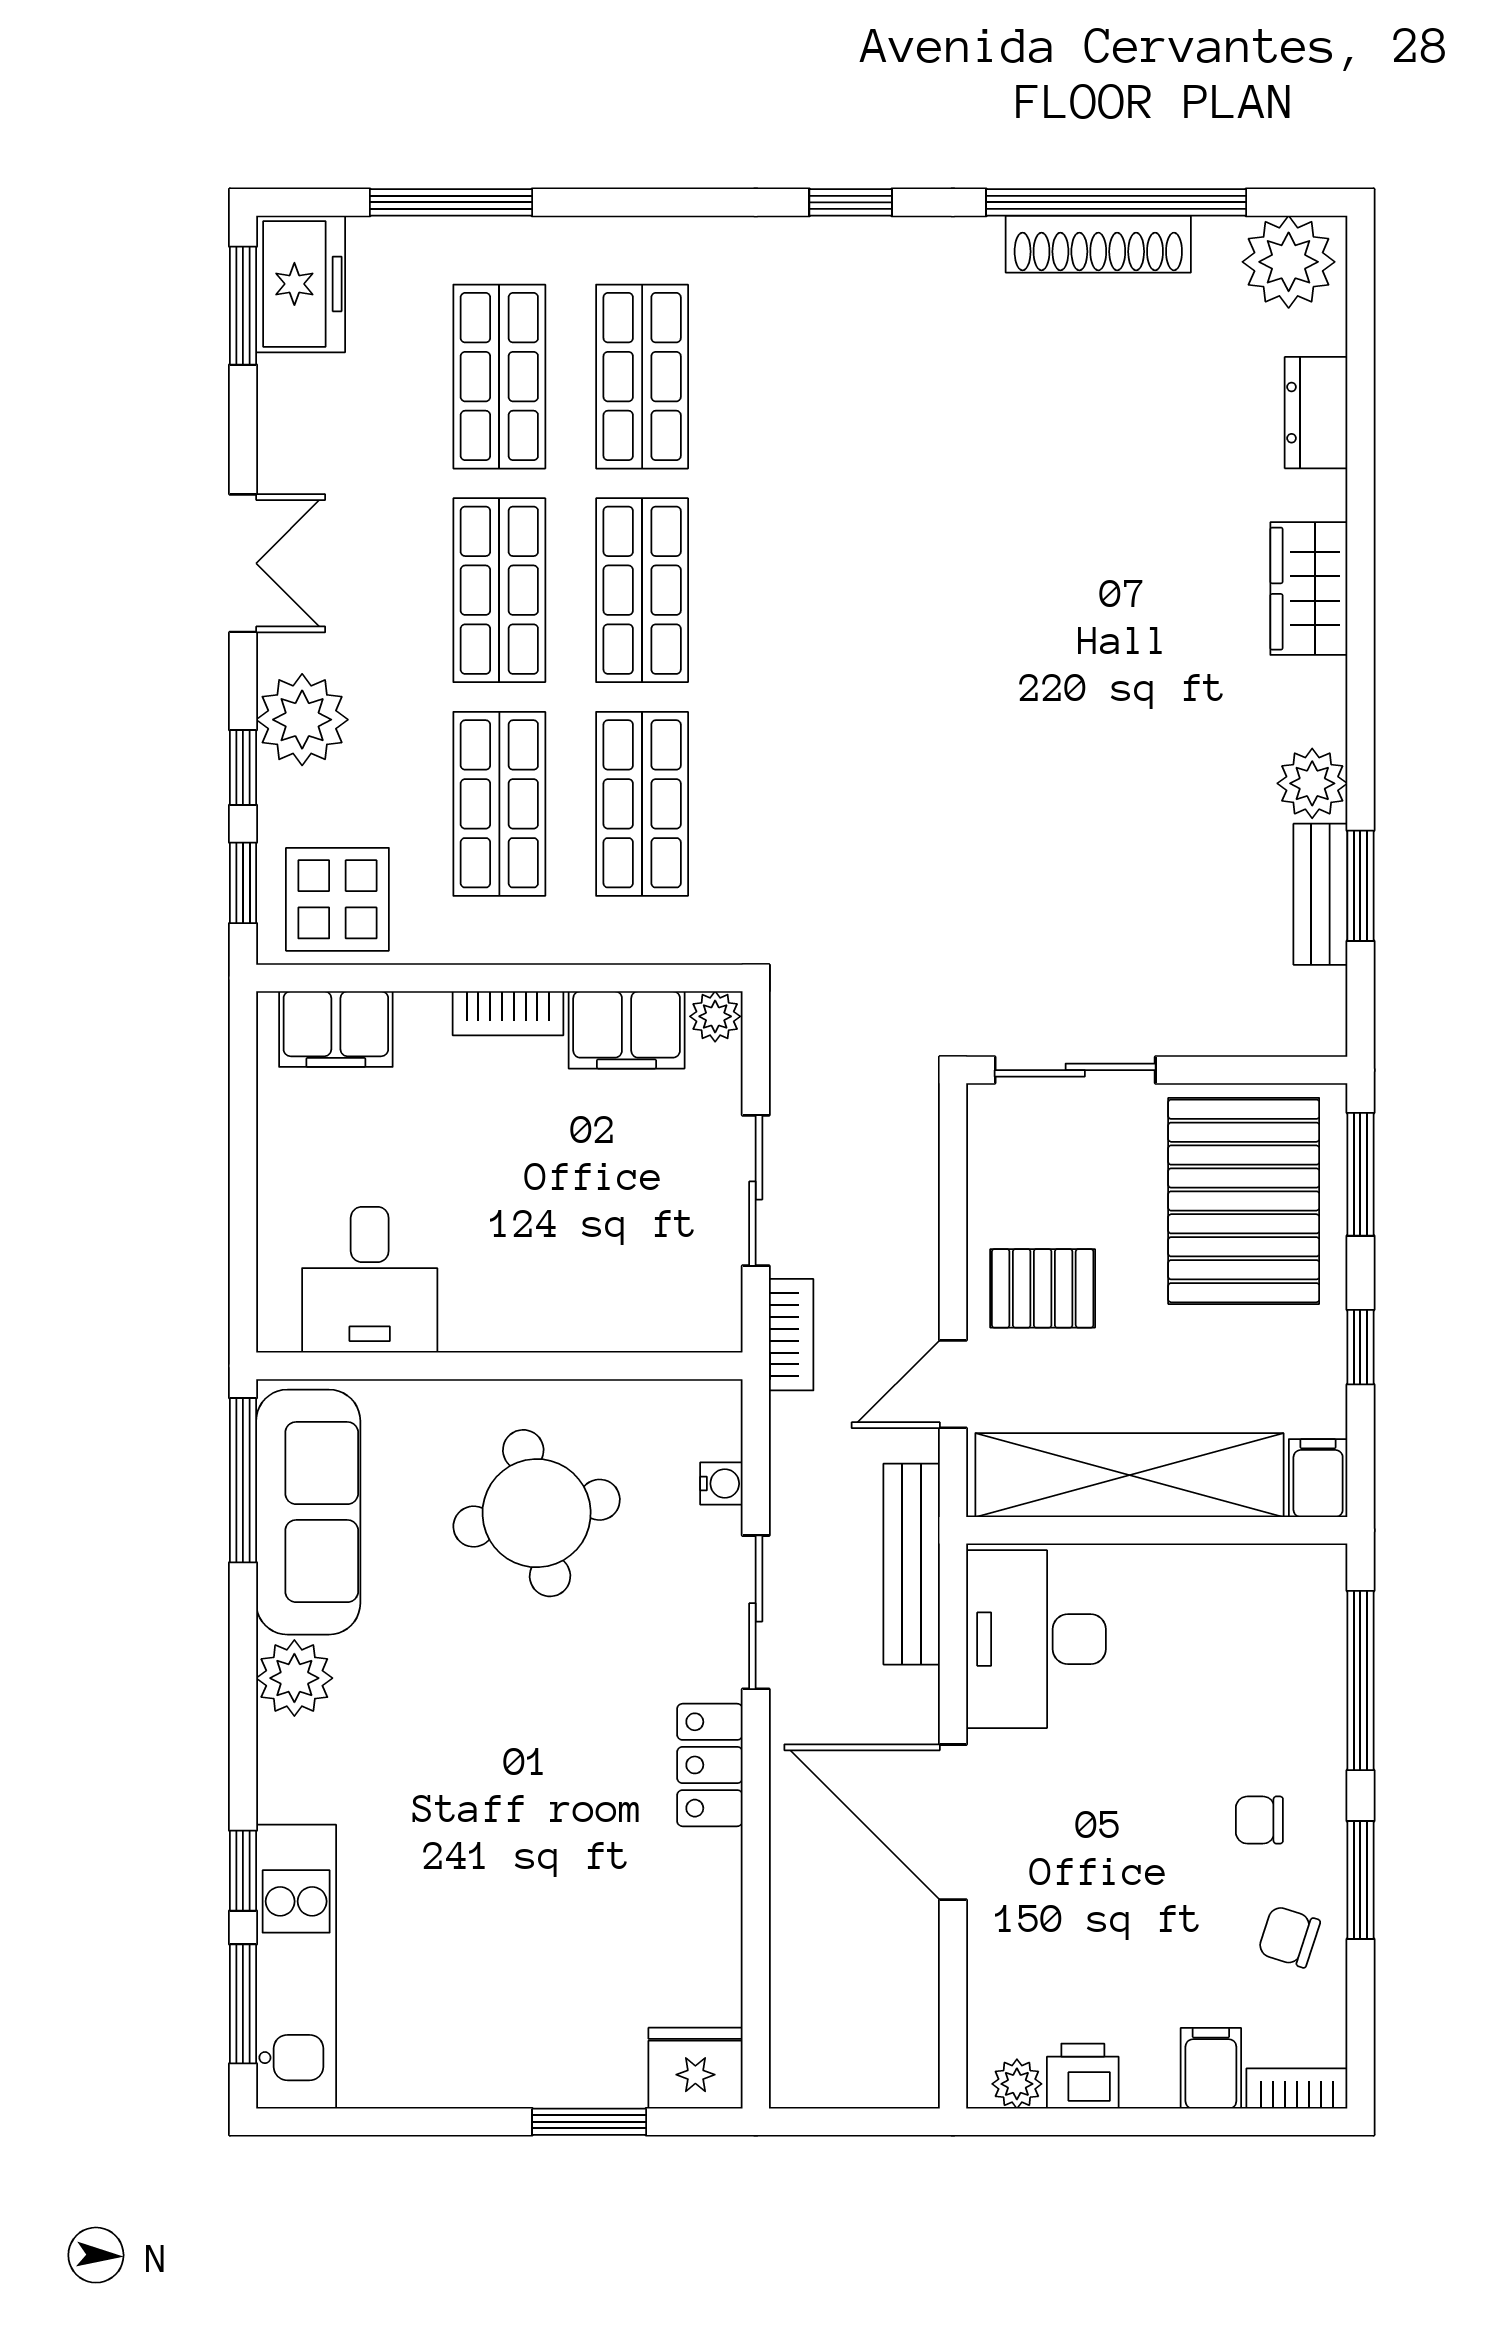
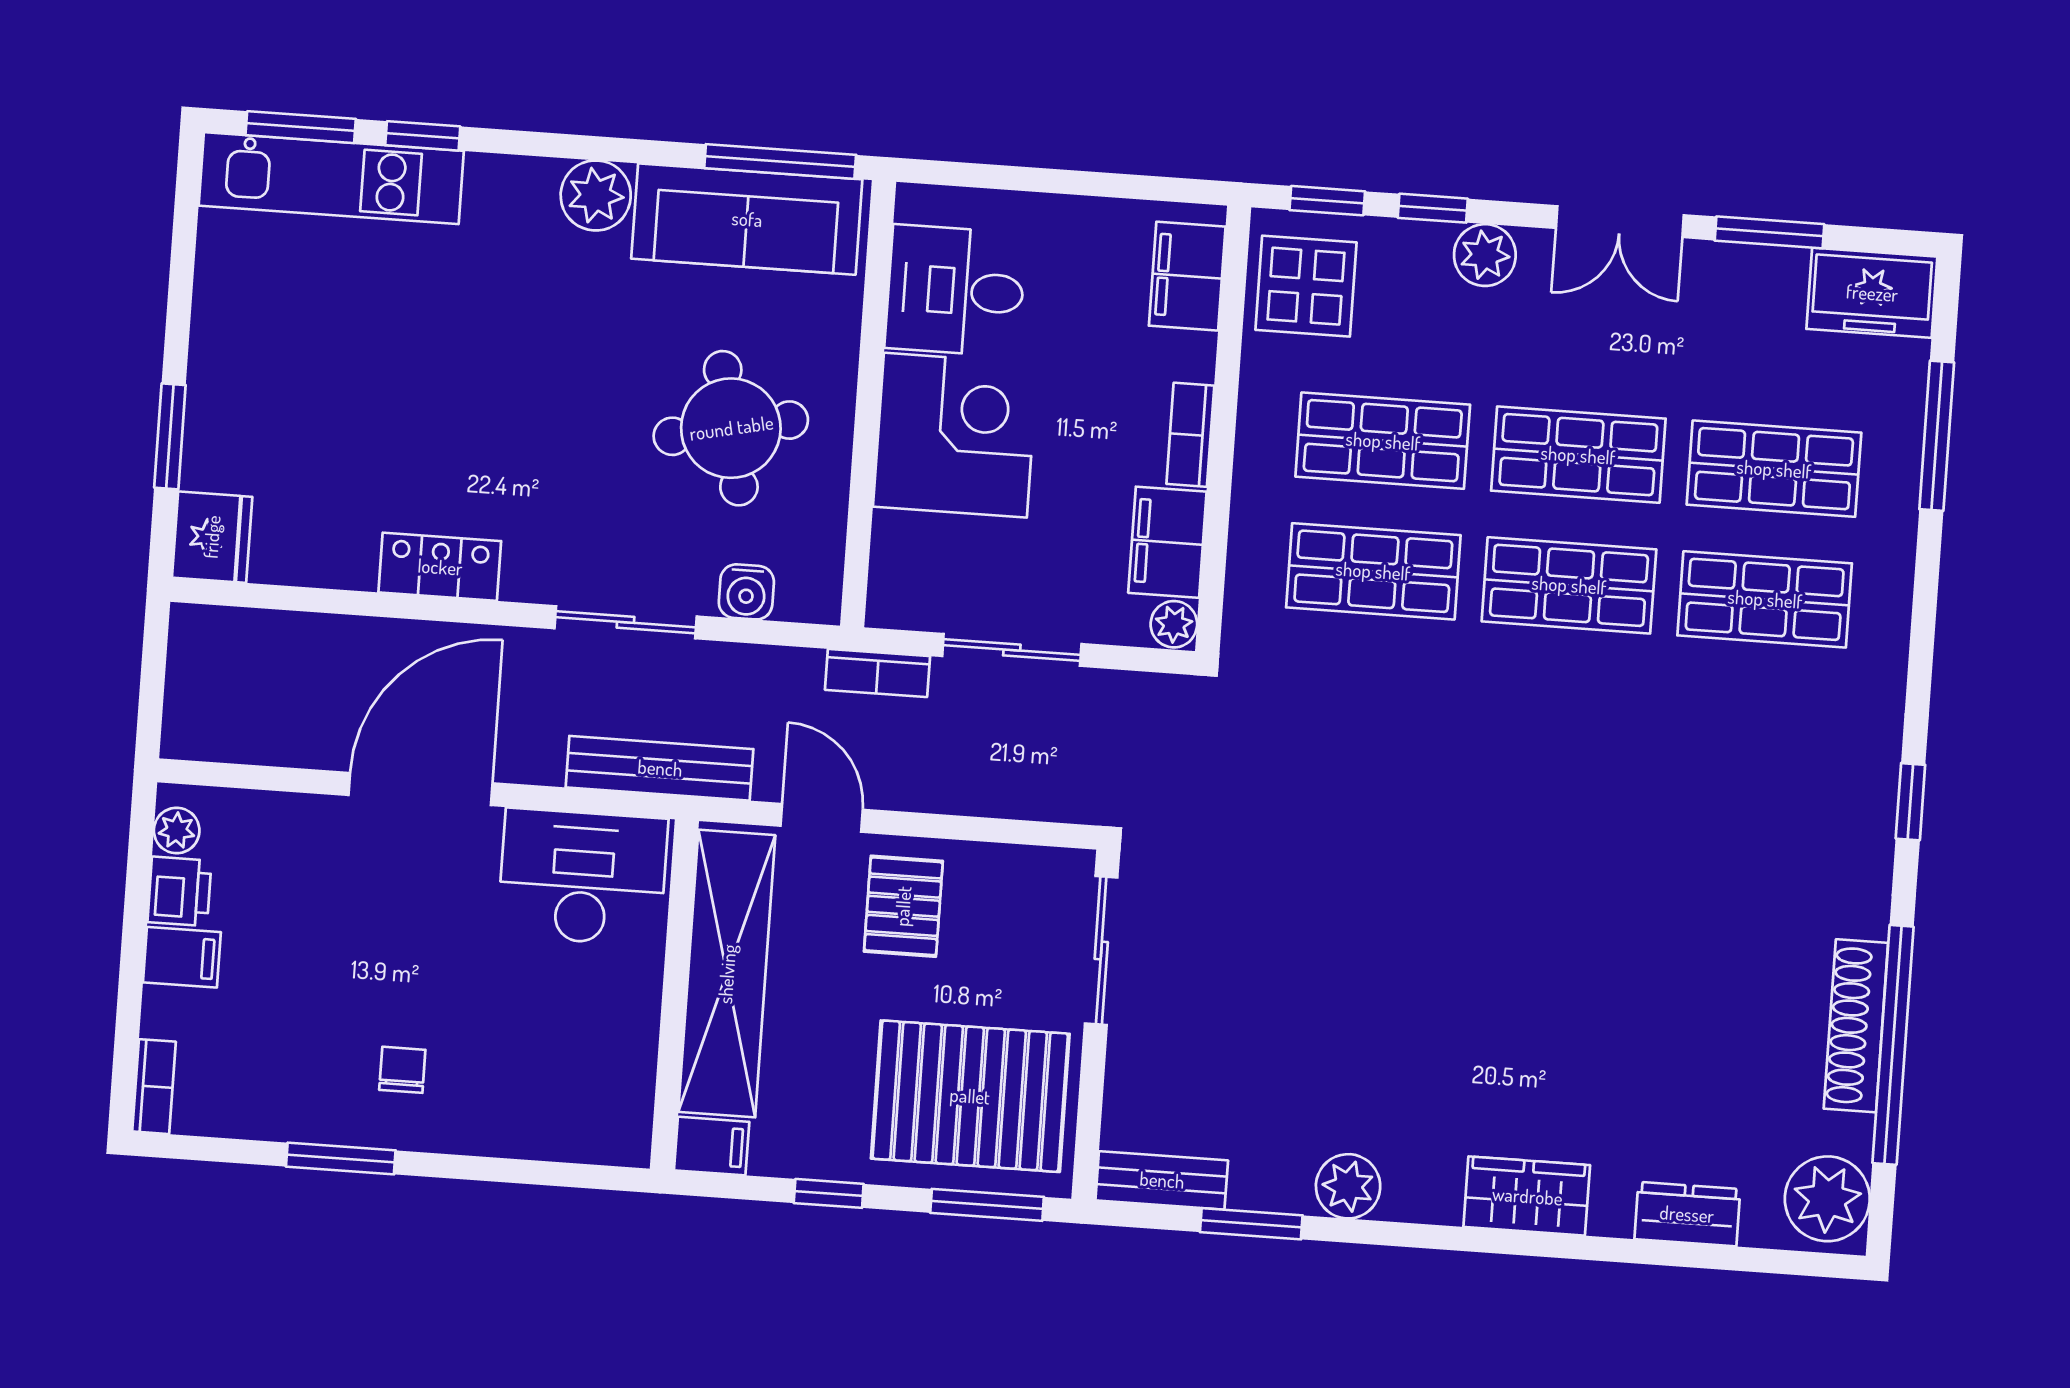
window: (243, 306) -> (1769, 232), moved
plant: (302, 720) -> (1485, 255), width x0.73, depth x0.73
bench: (1320, 894) -> (1162, 1180), moved
corner desk: (527, 1269) -> (955, 435), added
water cooler: (721, 1484) -> (746, 592), width x1.38, depth x1.38
window: (1360, 1680) -> (524, 1172), removed
locker: (710, 1765) -> (440, 567), moved
chair: (1289, 1937) -> (294, 1089), removed
filing cabinet: (1211, 2068) -> (182, 957), moved

